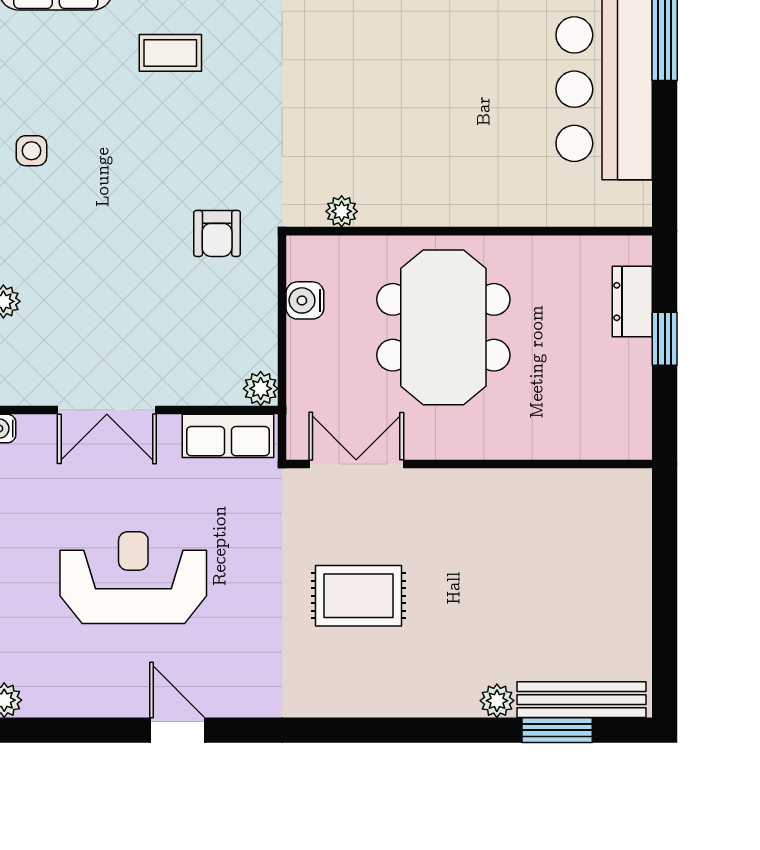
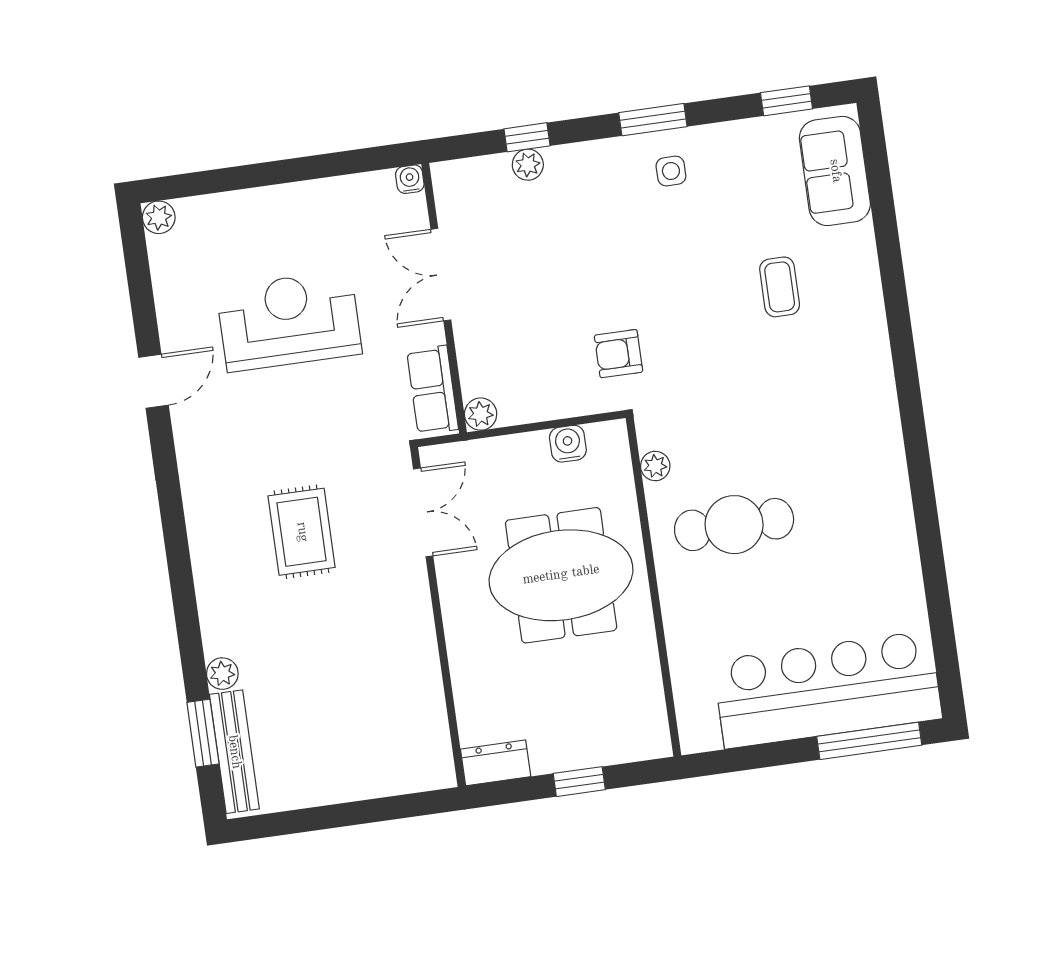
cafe table: (415, 137) -> (734, 525), added
dresser: (632, 302) -> (496, 763), moved
reception desk: (133, 578) -> (289, 321), turned -90

